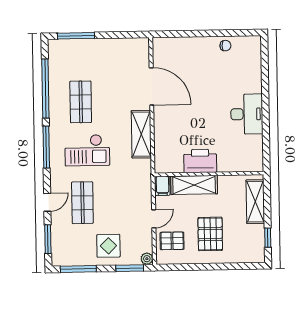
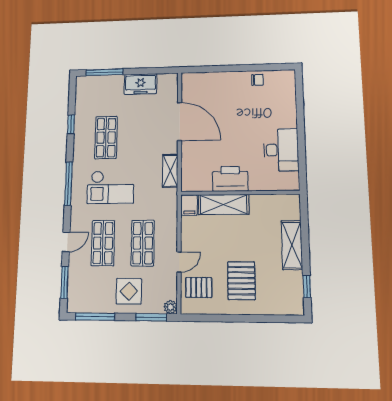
freezer: (112, 48) -> (140, 84), added
window: (45, 89) -> (71, 124), width x0.32
shelving: (141, 134) -> (170, 171), width x0.67, depth x0.75
printer: (200, 161) -> (230, 179), moved
wall: (209, 174) -> (240, 193), moved
shelving: (194, 185) -> (223, 205), moved
filing cabinet: (163, 186) -> (189, 205), moved
shop shelf: (120, 202) -> (143, 243), added

